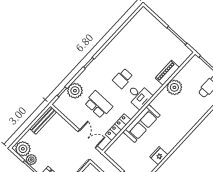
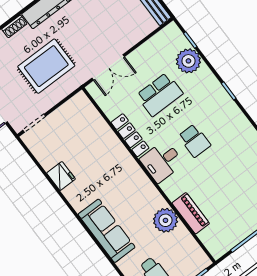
school desk: (123, 78) -> (194, 141), turned 180
sofa: (142, 123) -> (107, 231), moved, turned 180
locker: (118, 127) -> (130, 135), moved

